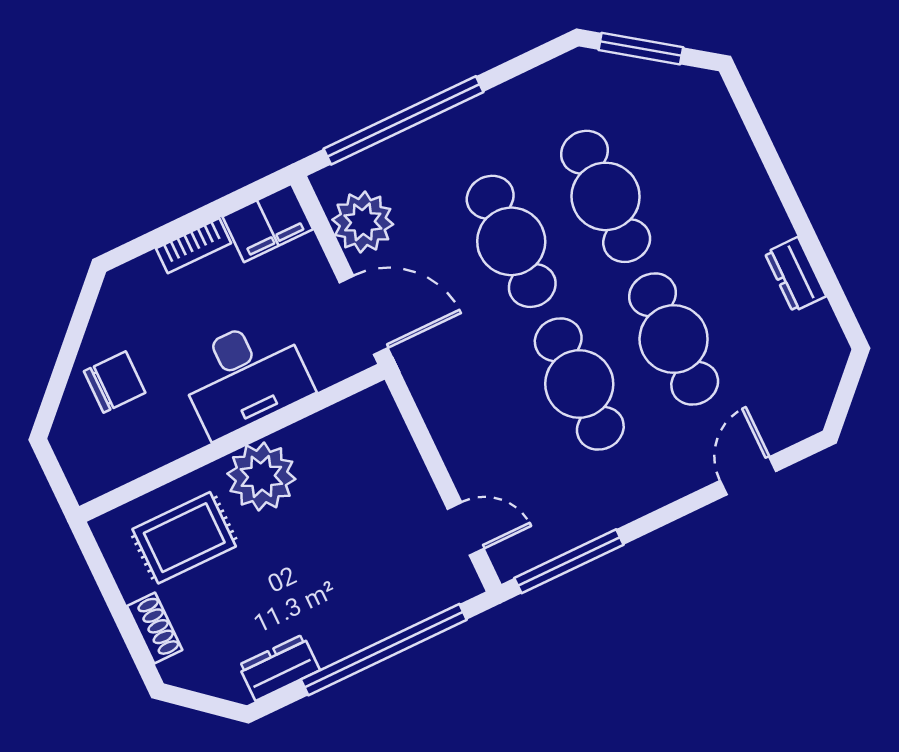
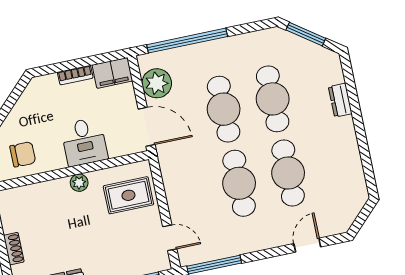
dresser: (795, 274) -> (340, 100), moved
desk: (245, 376) -> (84, 142), width x0.73
chair: (115, 382) -> (23, 154), moved
plant: (261, 476) -> (79, 183), width x0.53, depth x0.53
rug: (184, 538) -> (128, 195), moved

